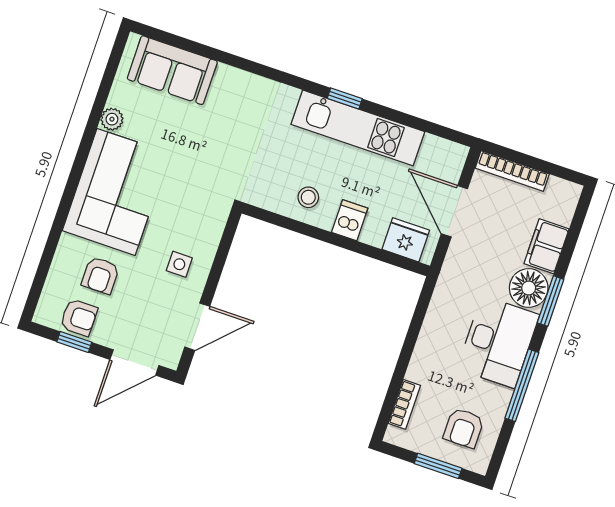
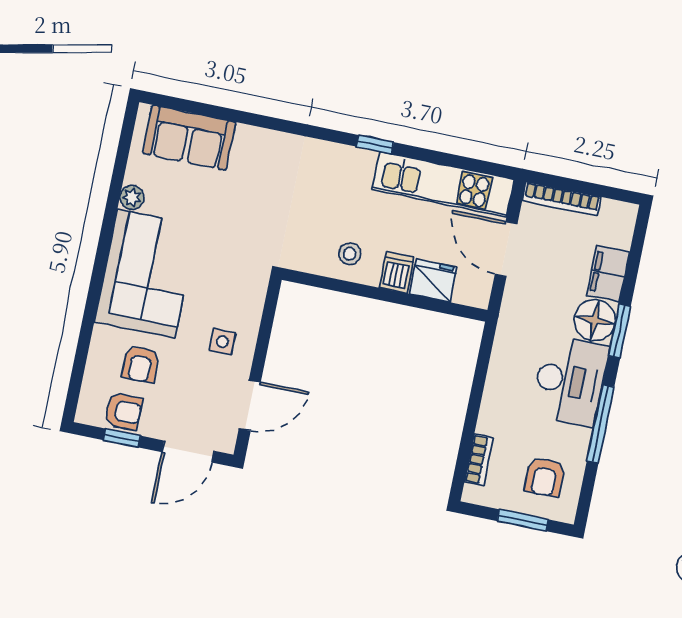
kitchen unit: (358, 128) -> (443, 184), moved
fridge: (406, 240) -> (433, 281), moved

